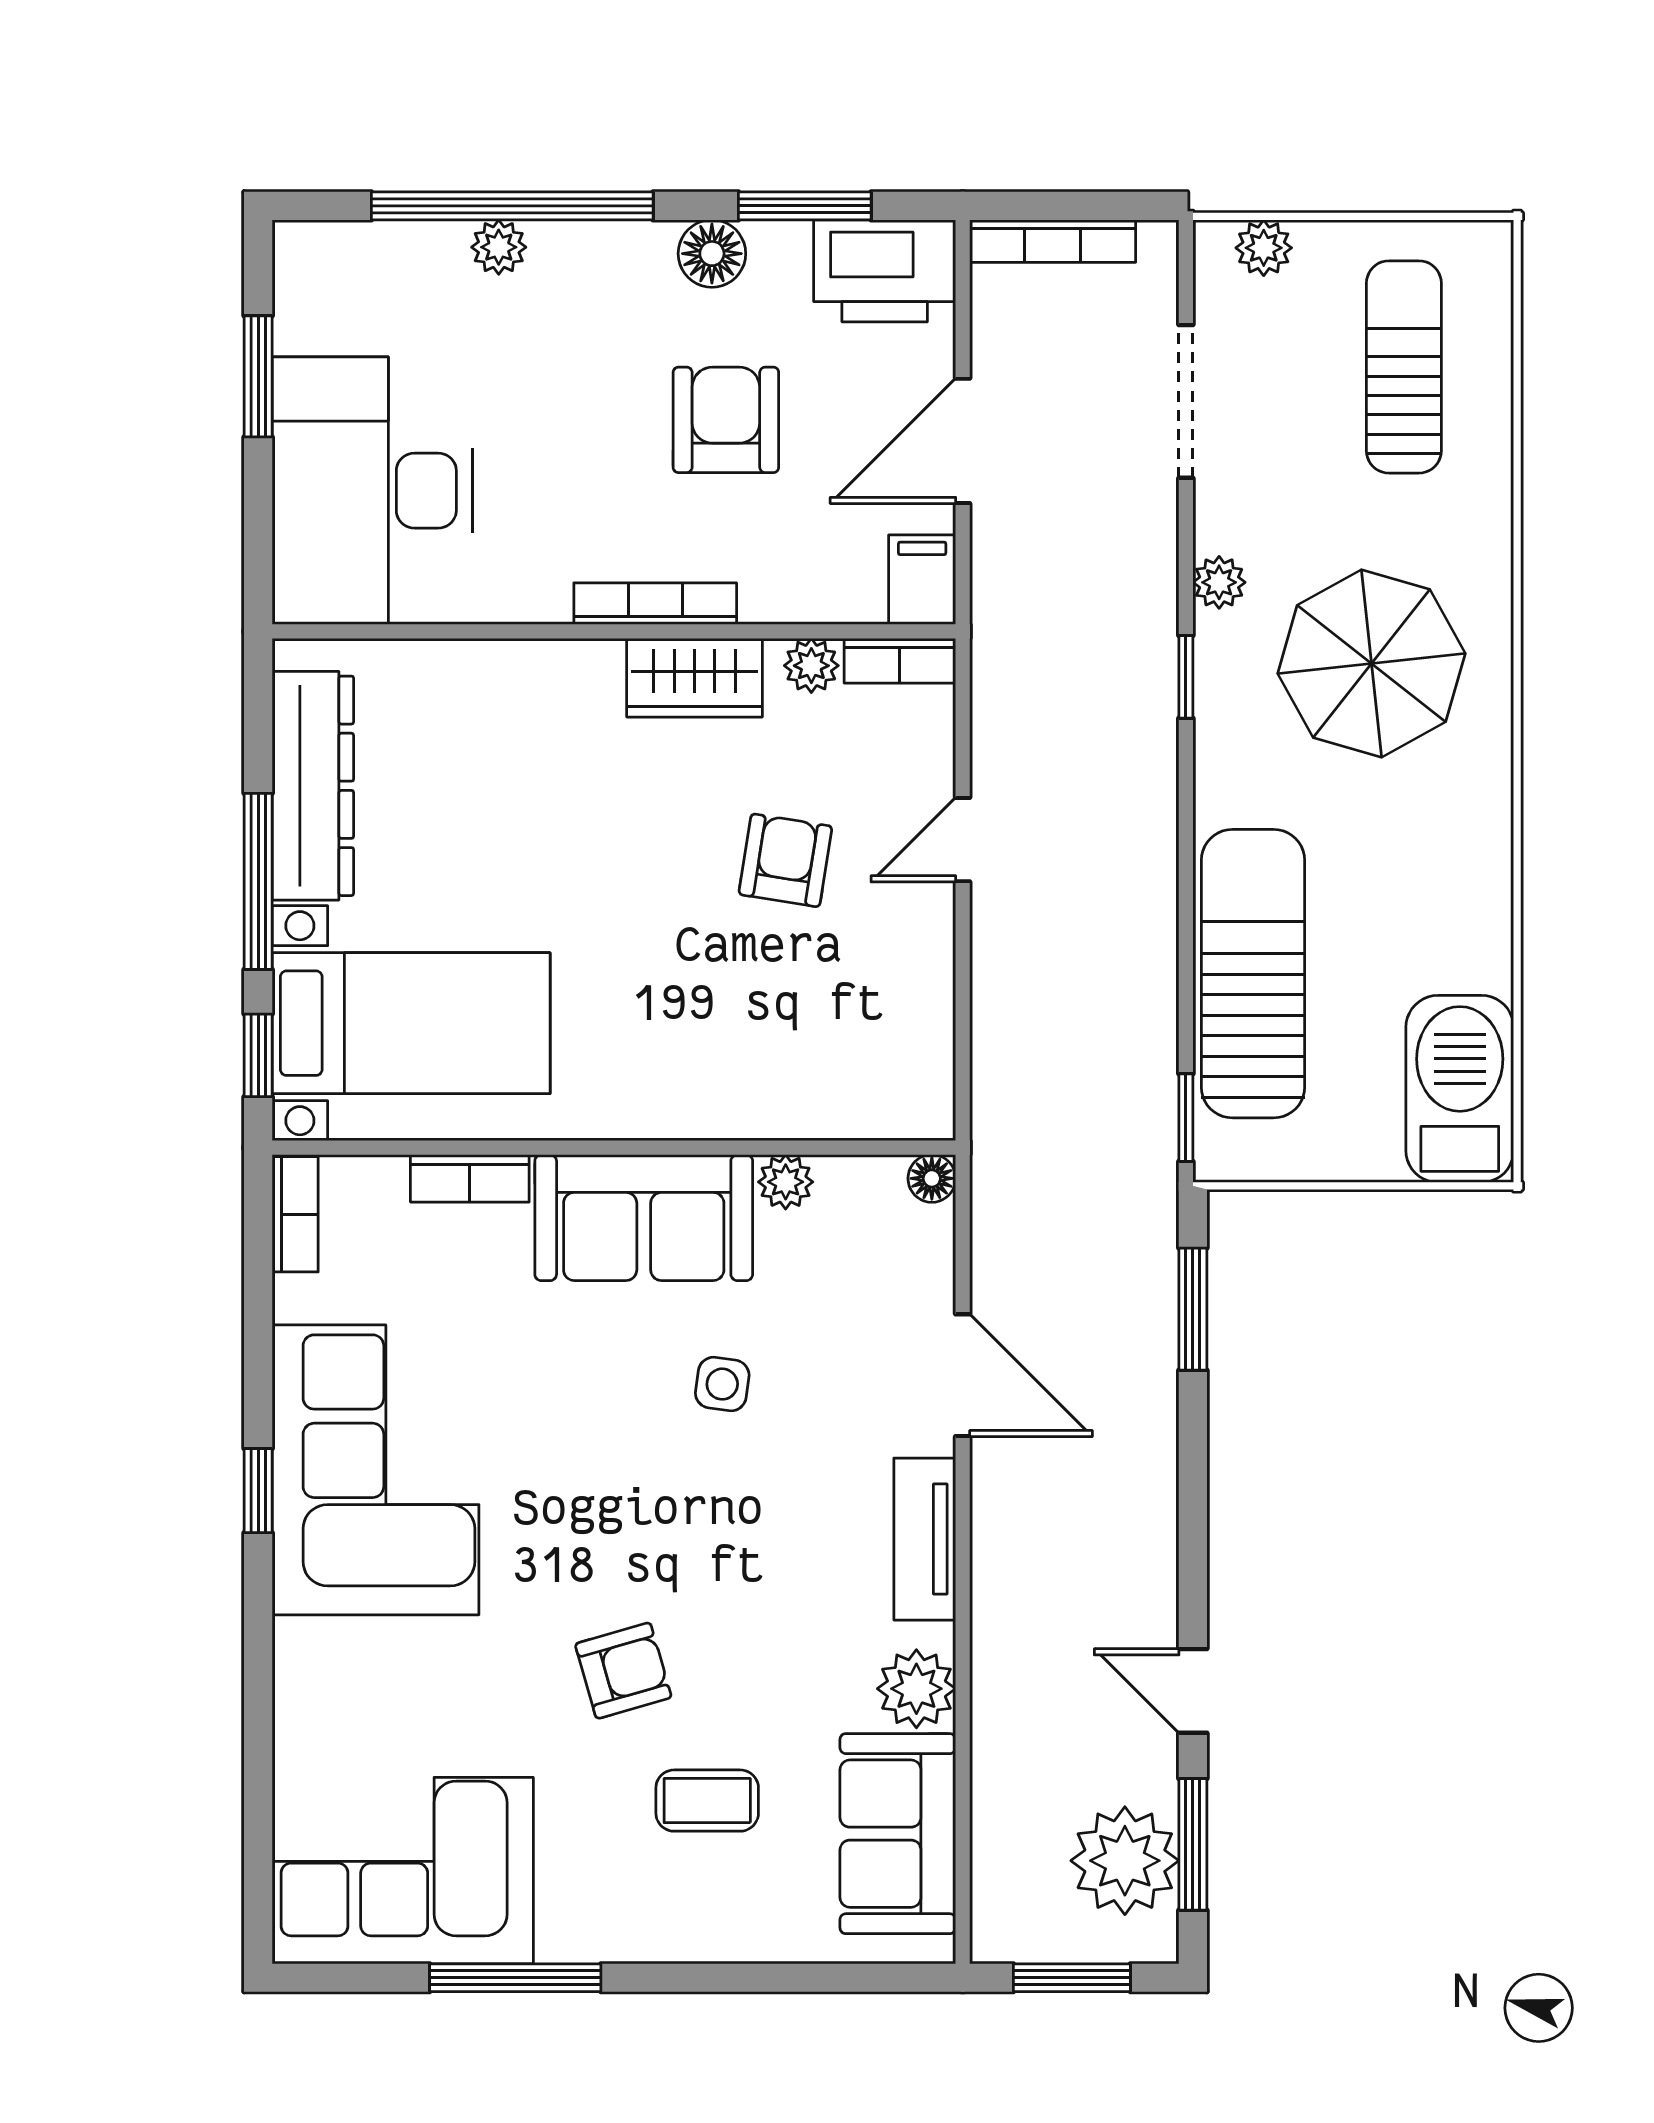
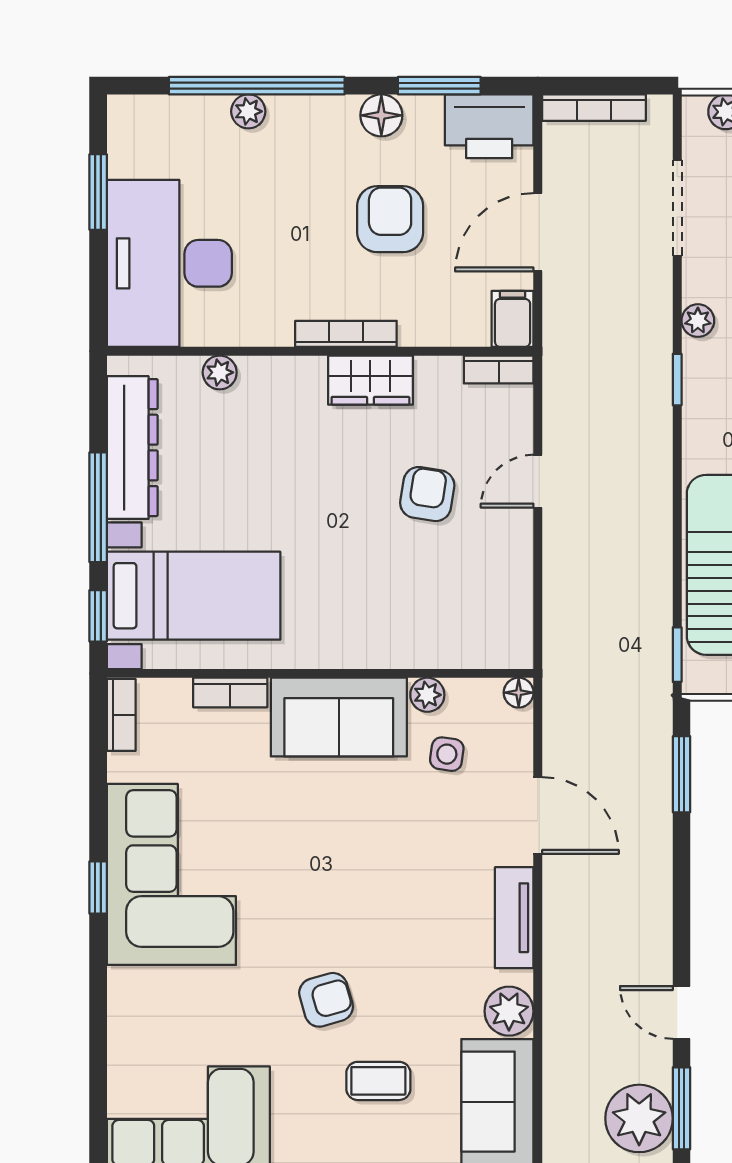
plant: (811, 666) -> (220, 372), moved
side table: (722, 1384) -> (447, 754), moved

